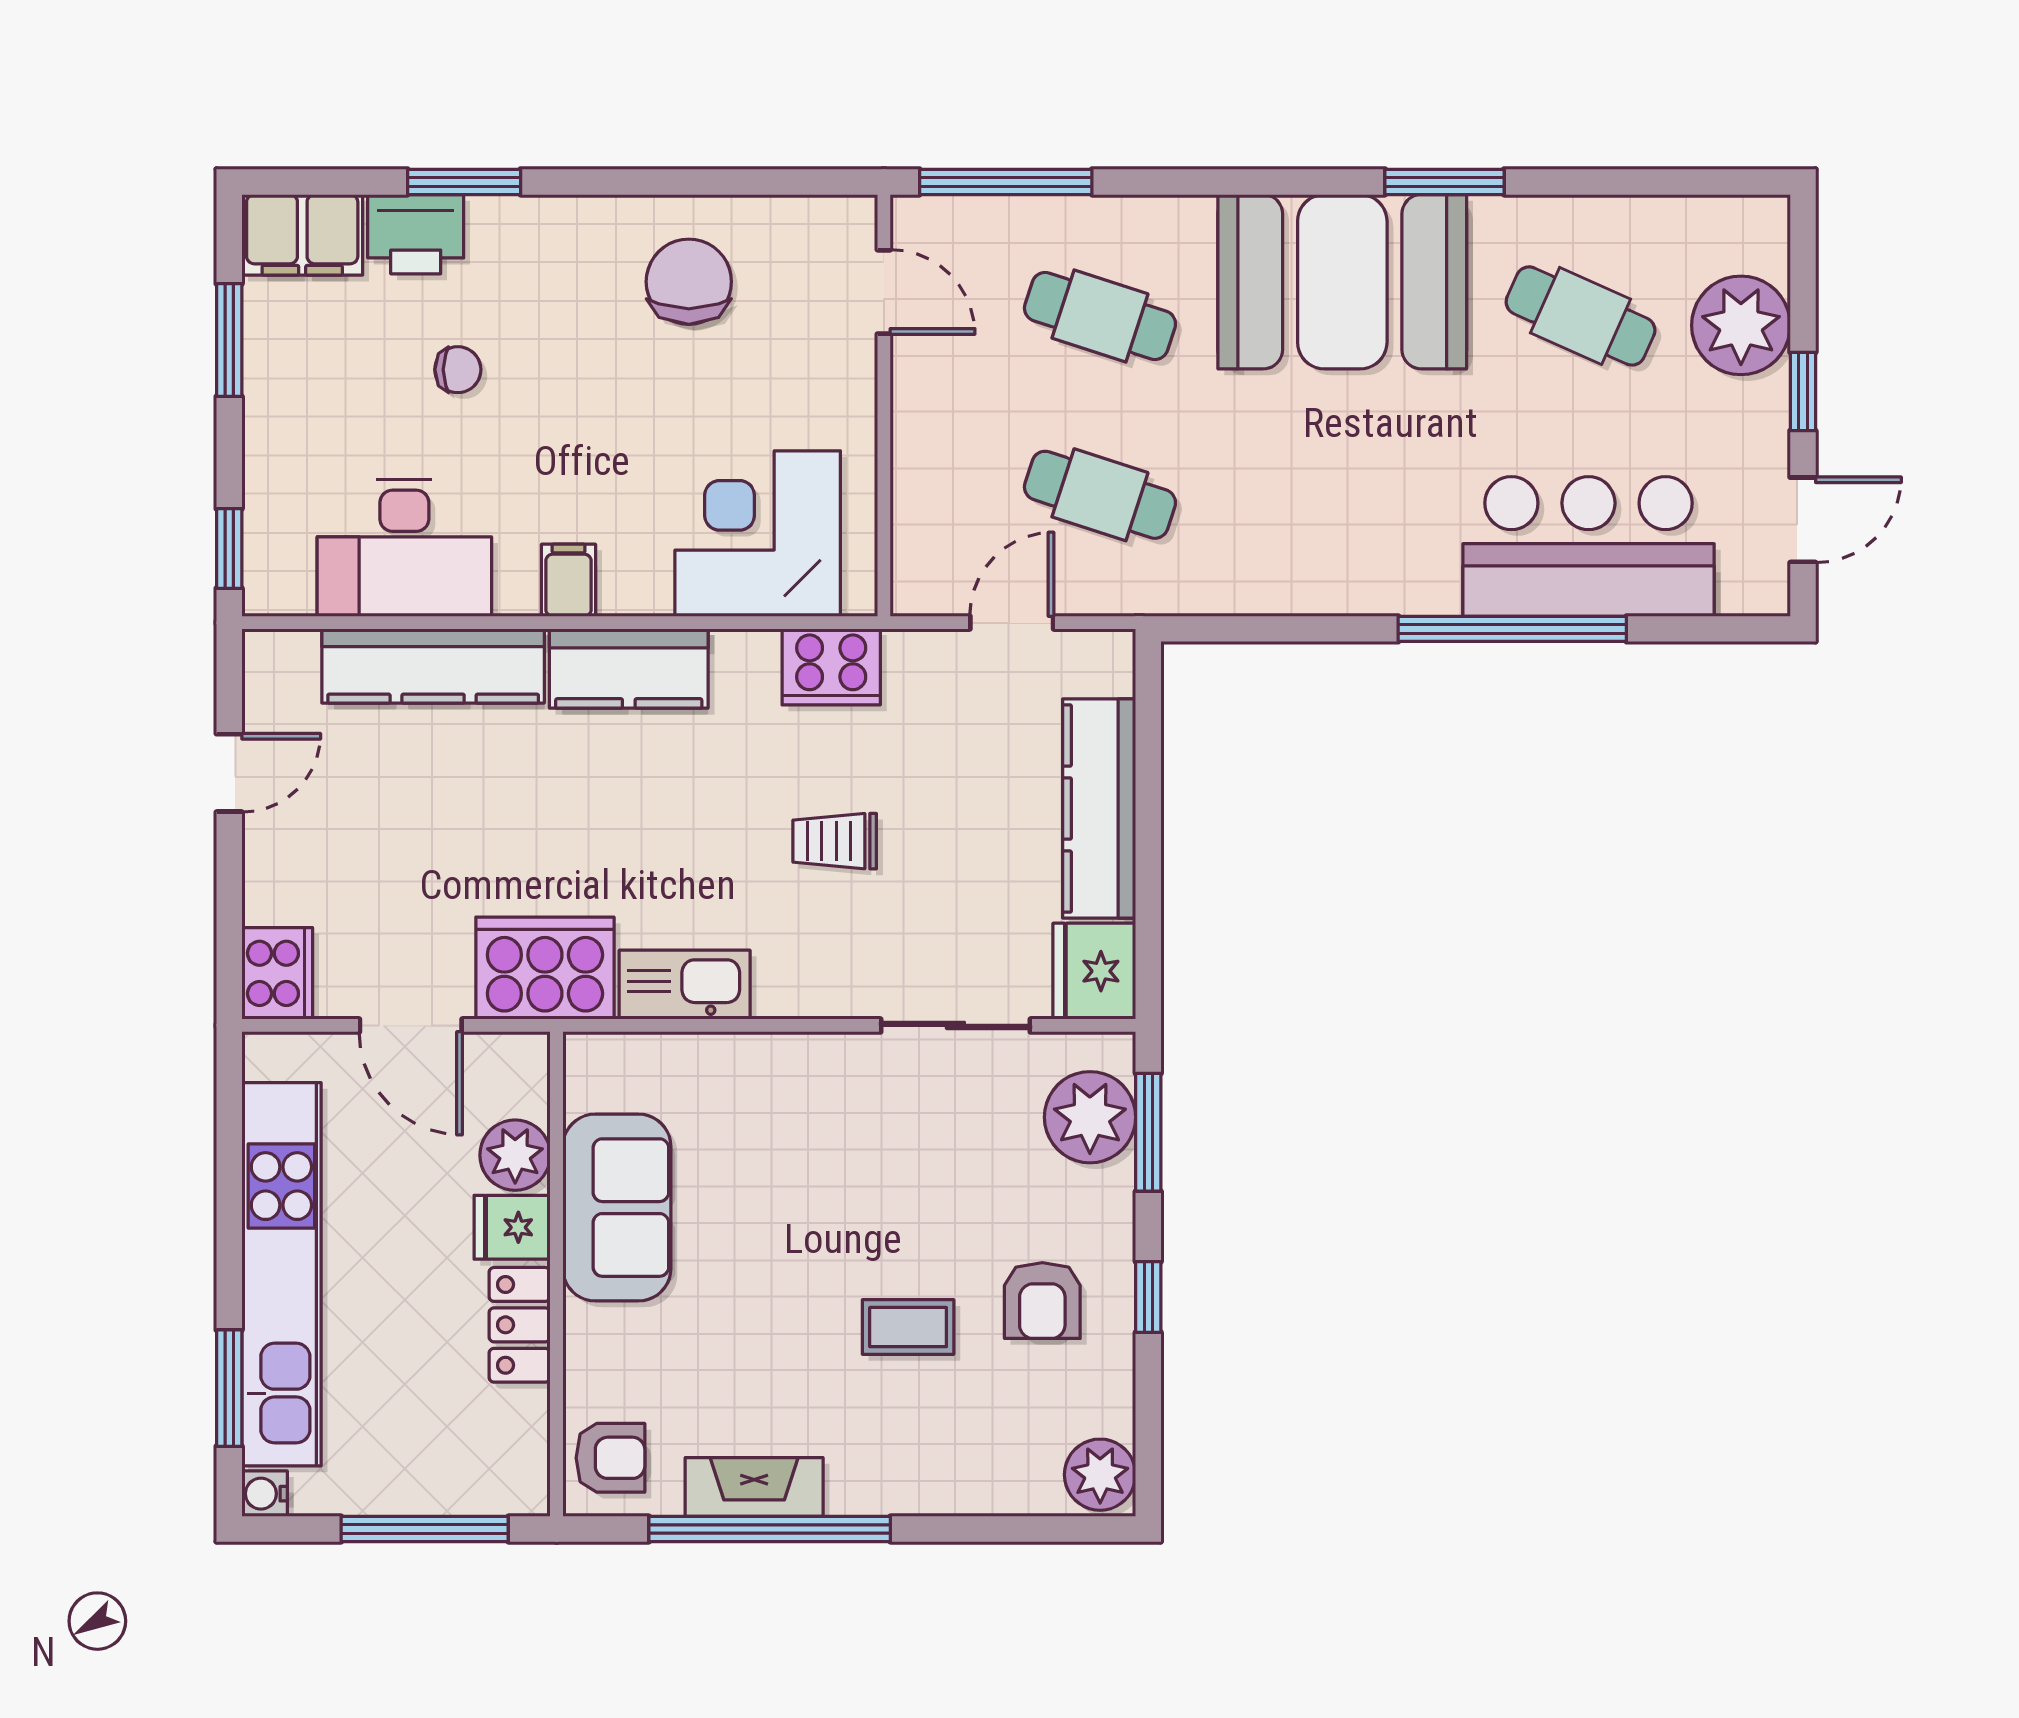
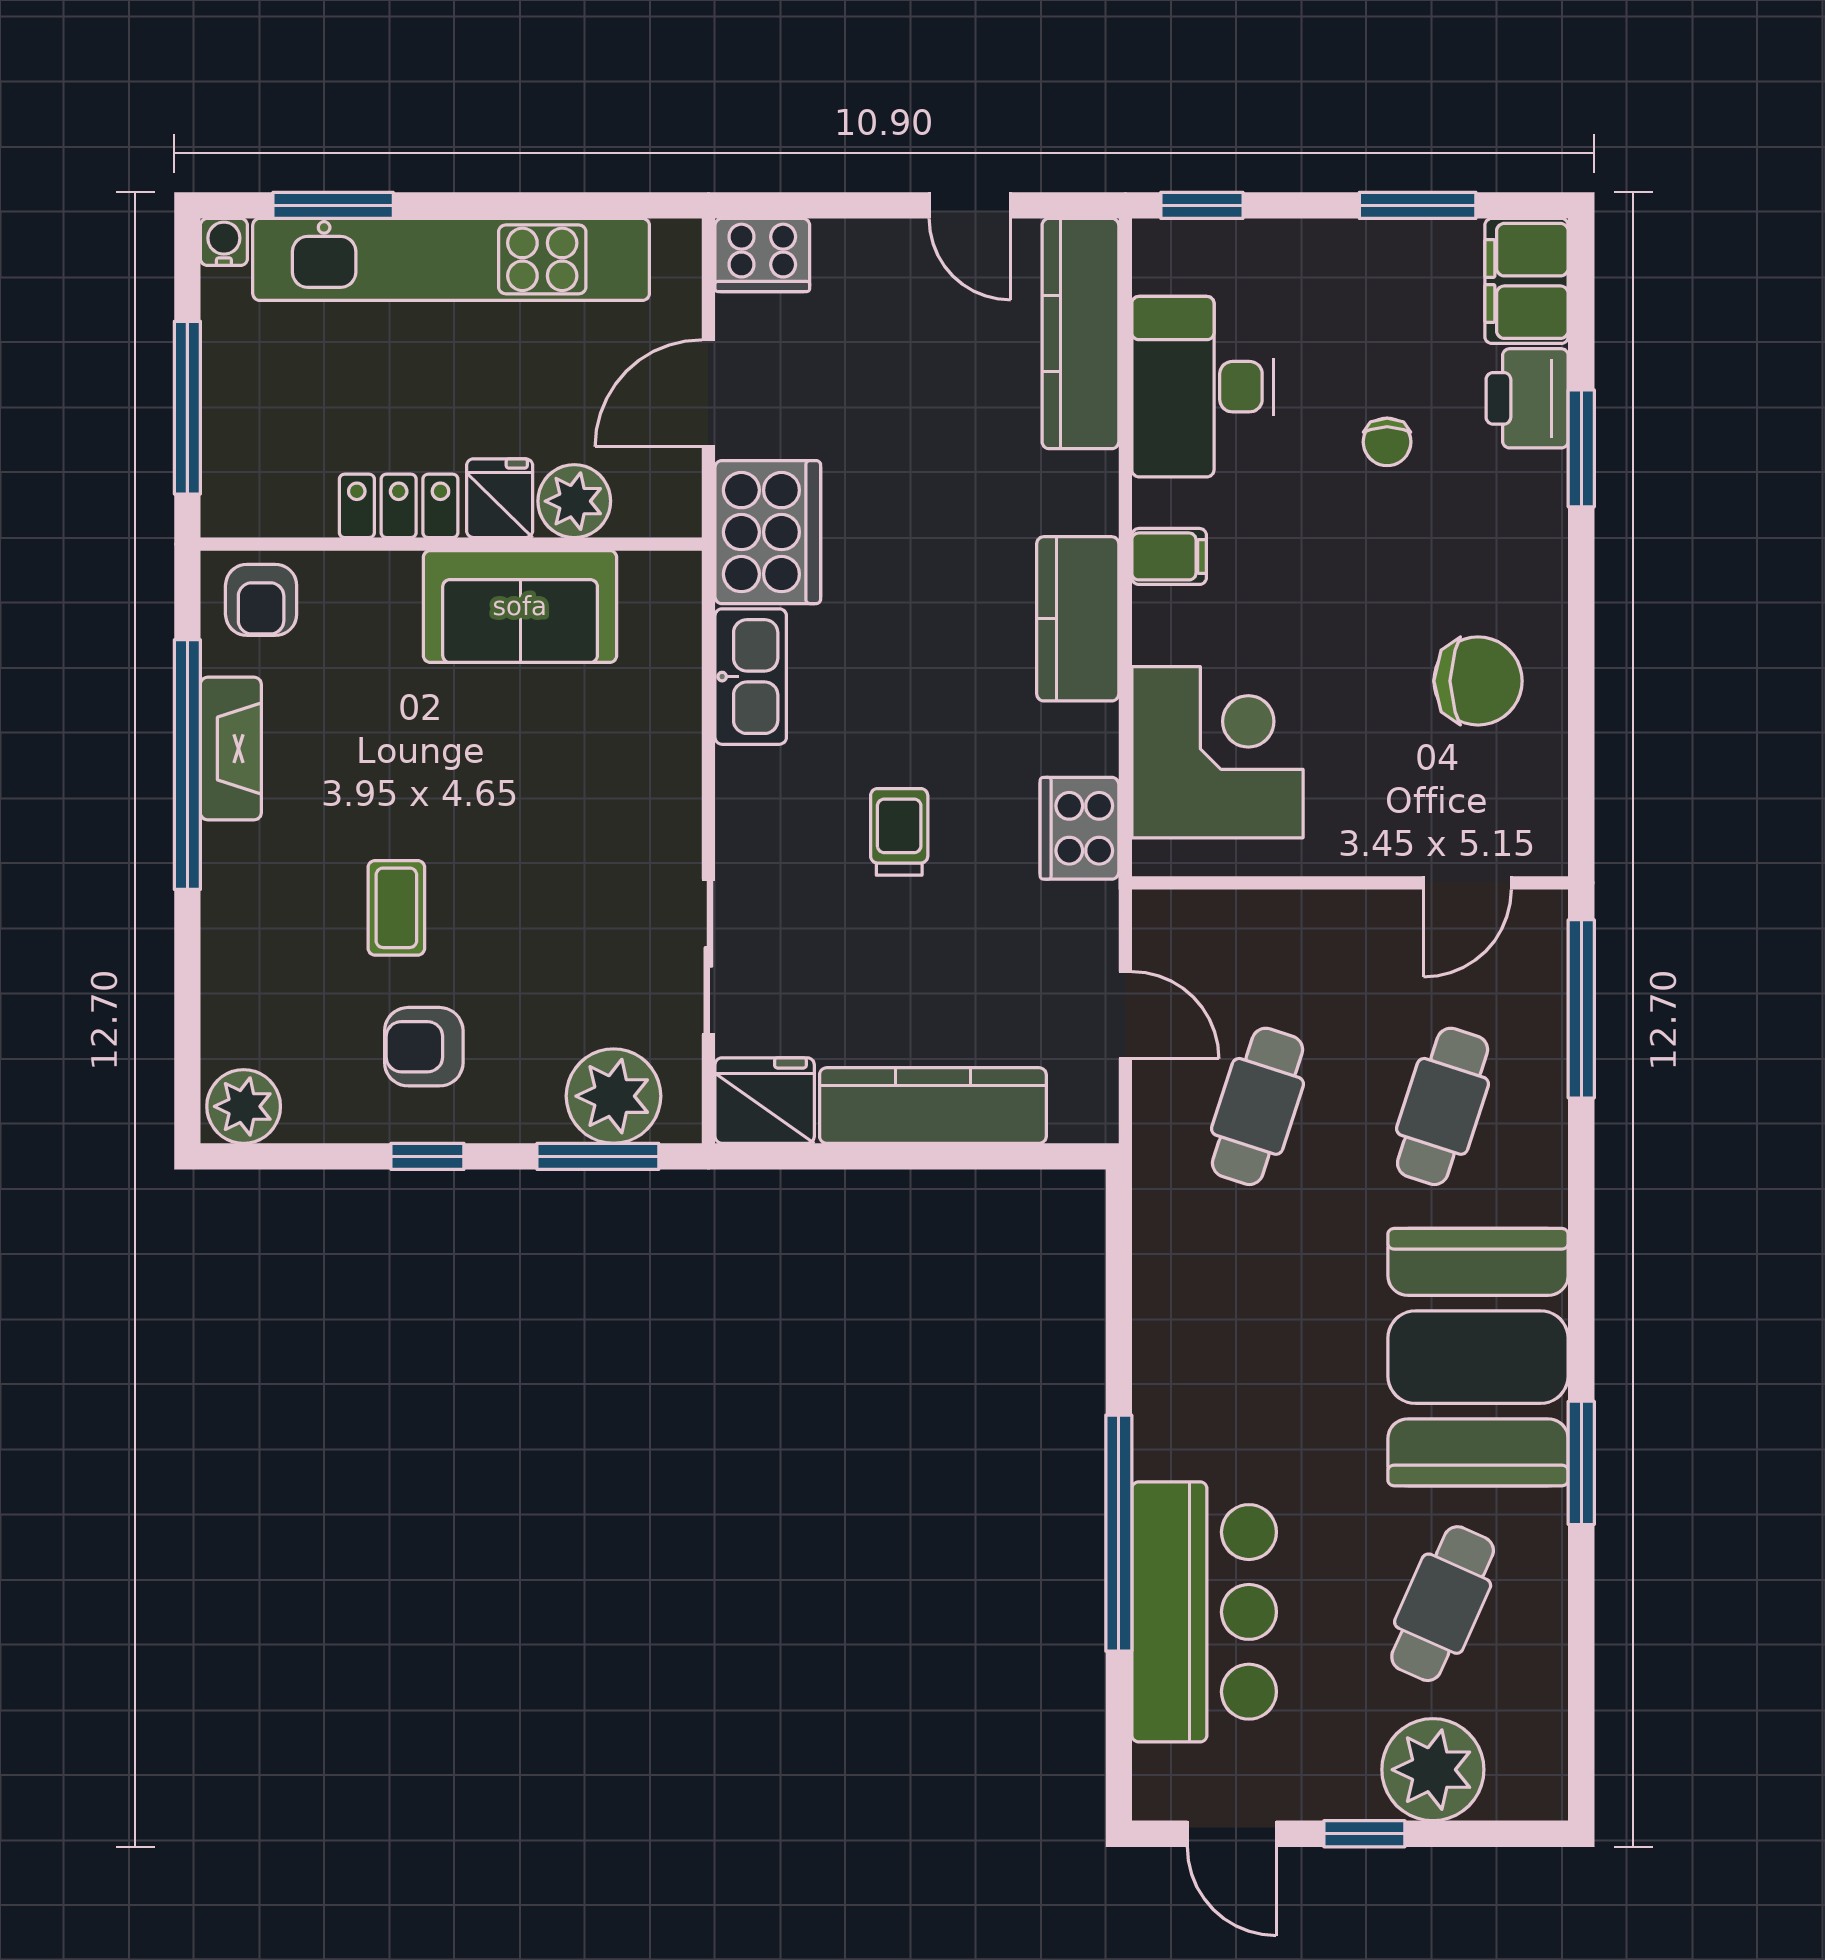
kitchen counter: (433, 666) -> (1080, 334), moved

